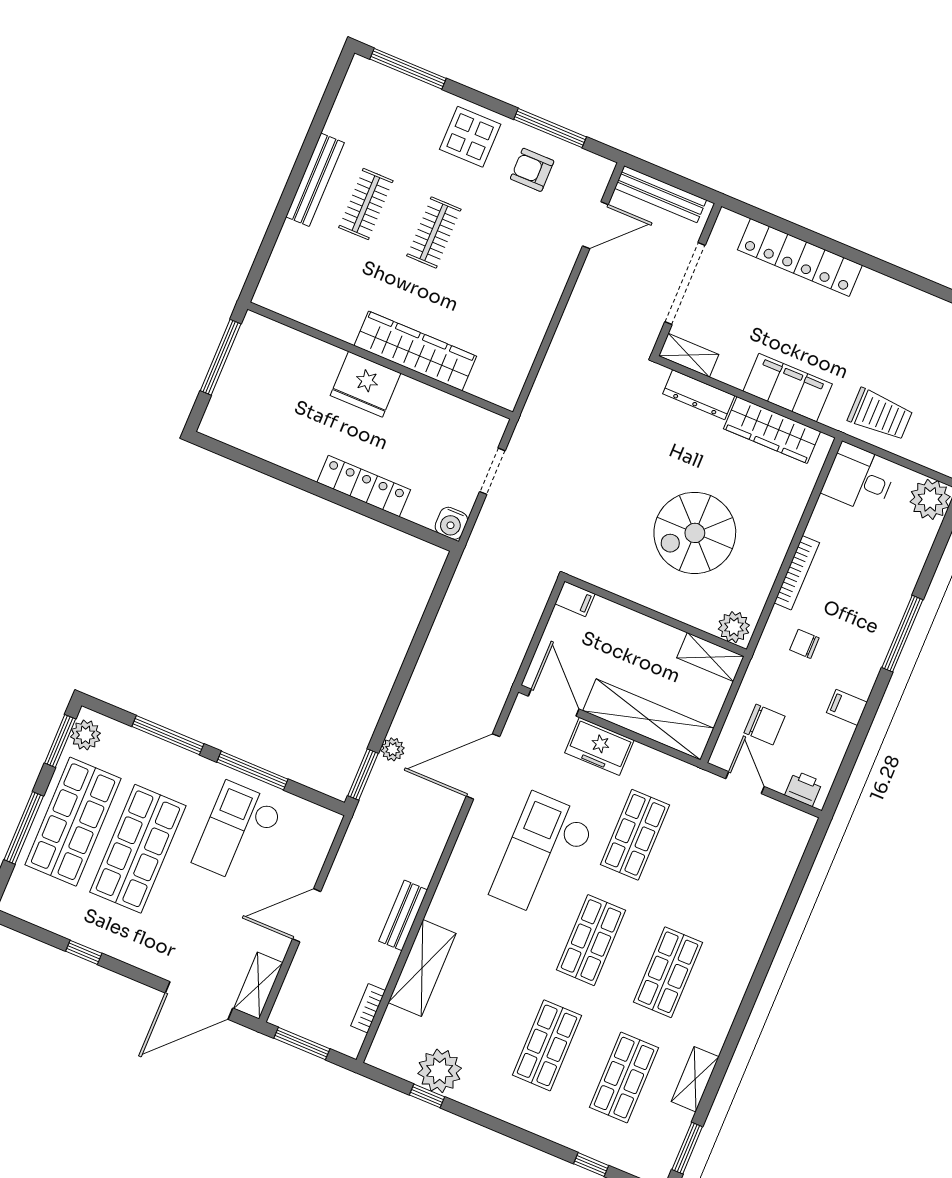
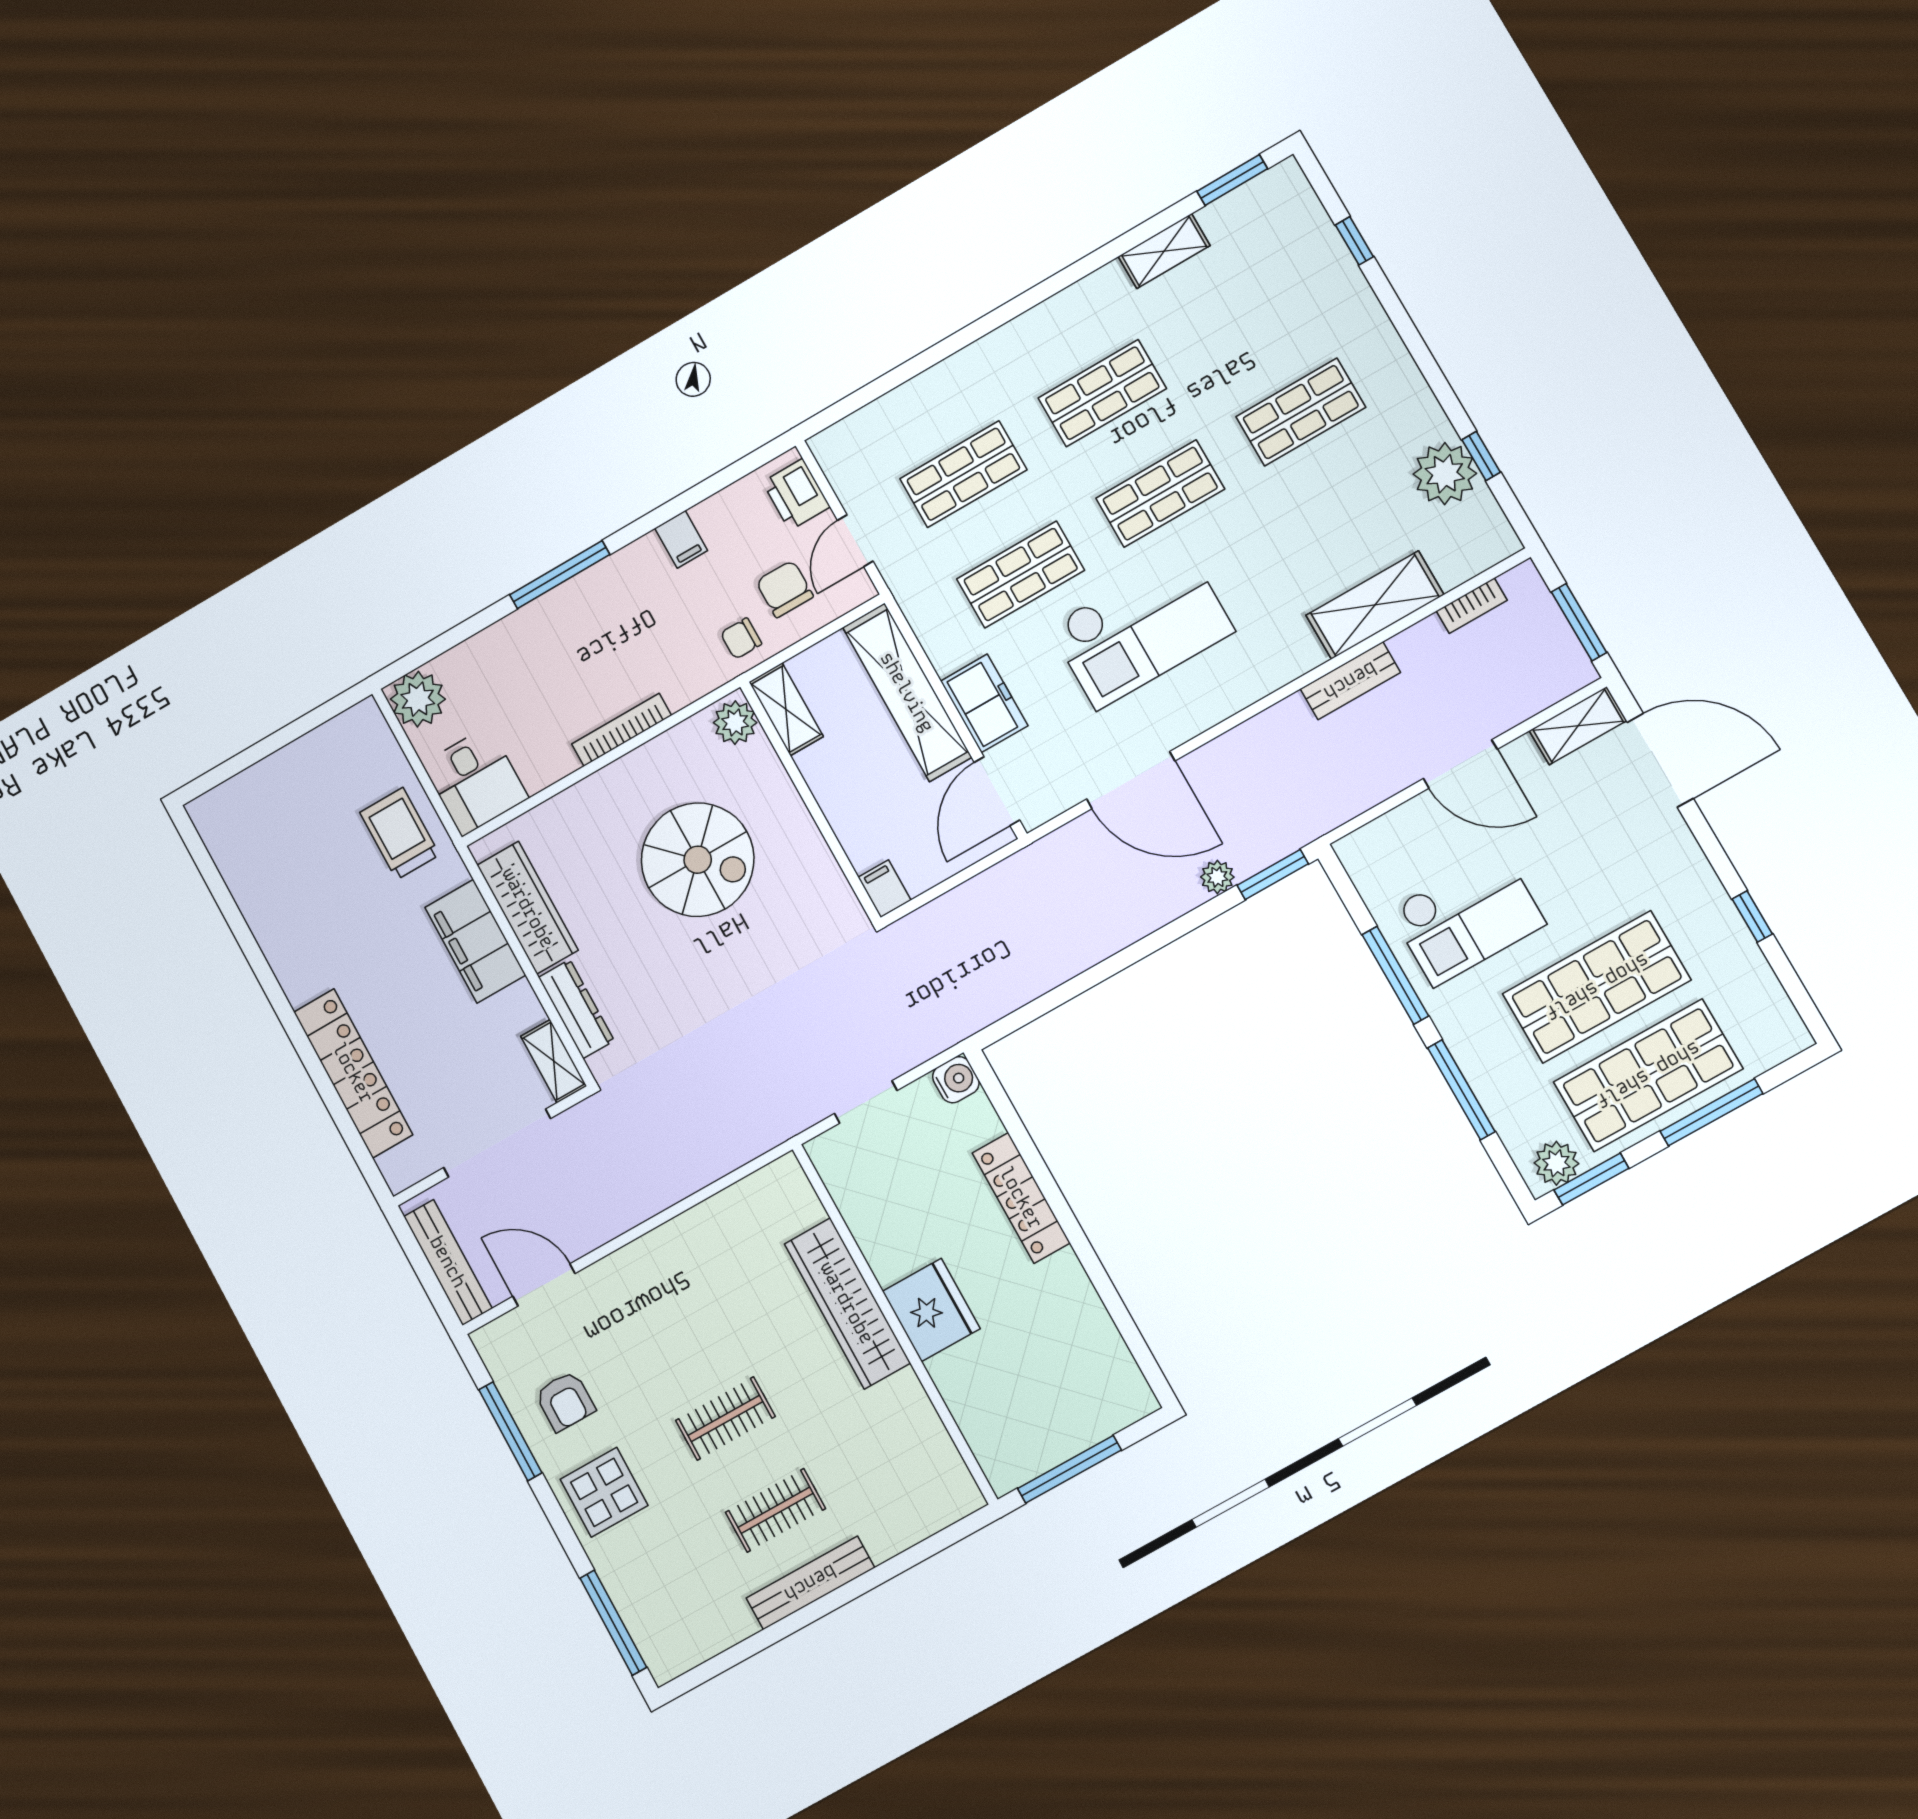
chair: (804, 644) -> (741, 639), moved, turned 90
printer: (804, 788) -> (796, 494), width x1.36, depth x1.24
shop shelf: (624, 1078) -> (963, 474), moved

